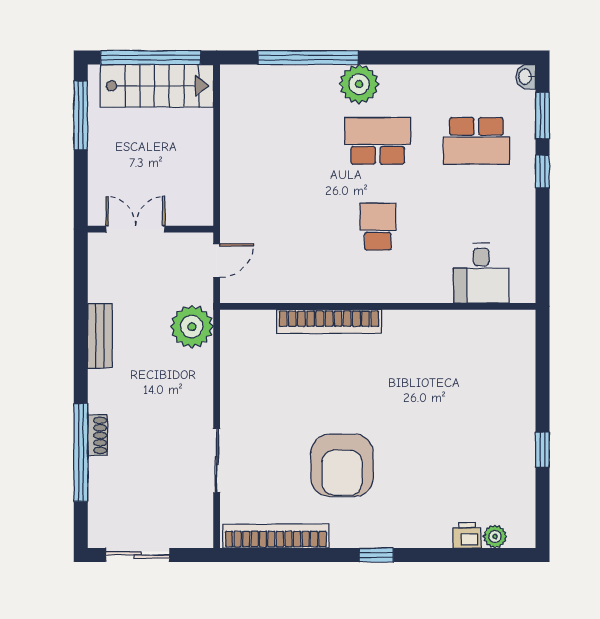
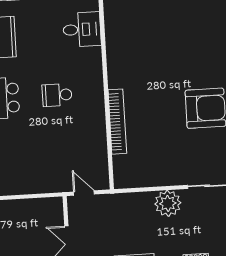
plant: (192, 327) -> (168, 203), moved

